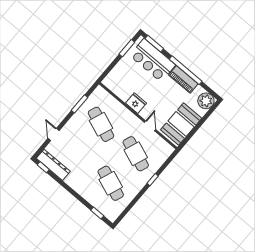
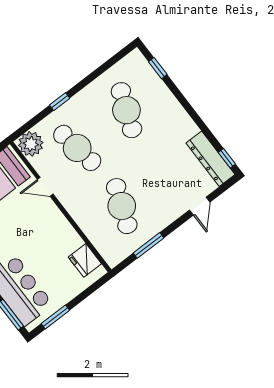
fridge: (136, 103) -> (85, 260), moved
door: (150, 126) -> (45, 187), hinge flipped
plant: (165, 150) -> (31, 144), added
cafe table: (136, 154) -> (77, 148), turned -30

